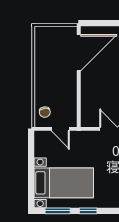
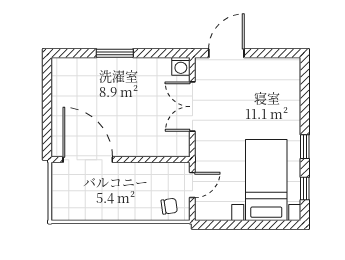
window: (58, 211) -> (305, 189), width x0.67

